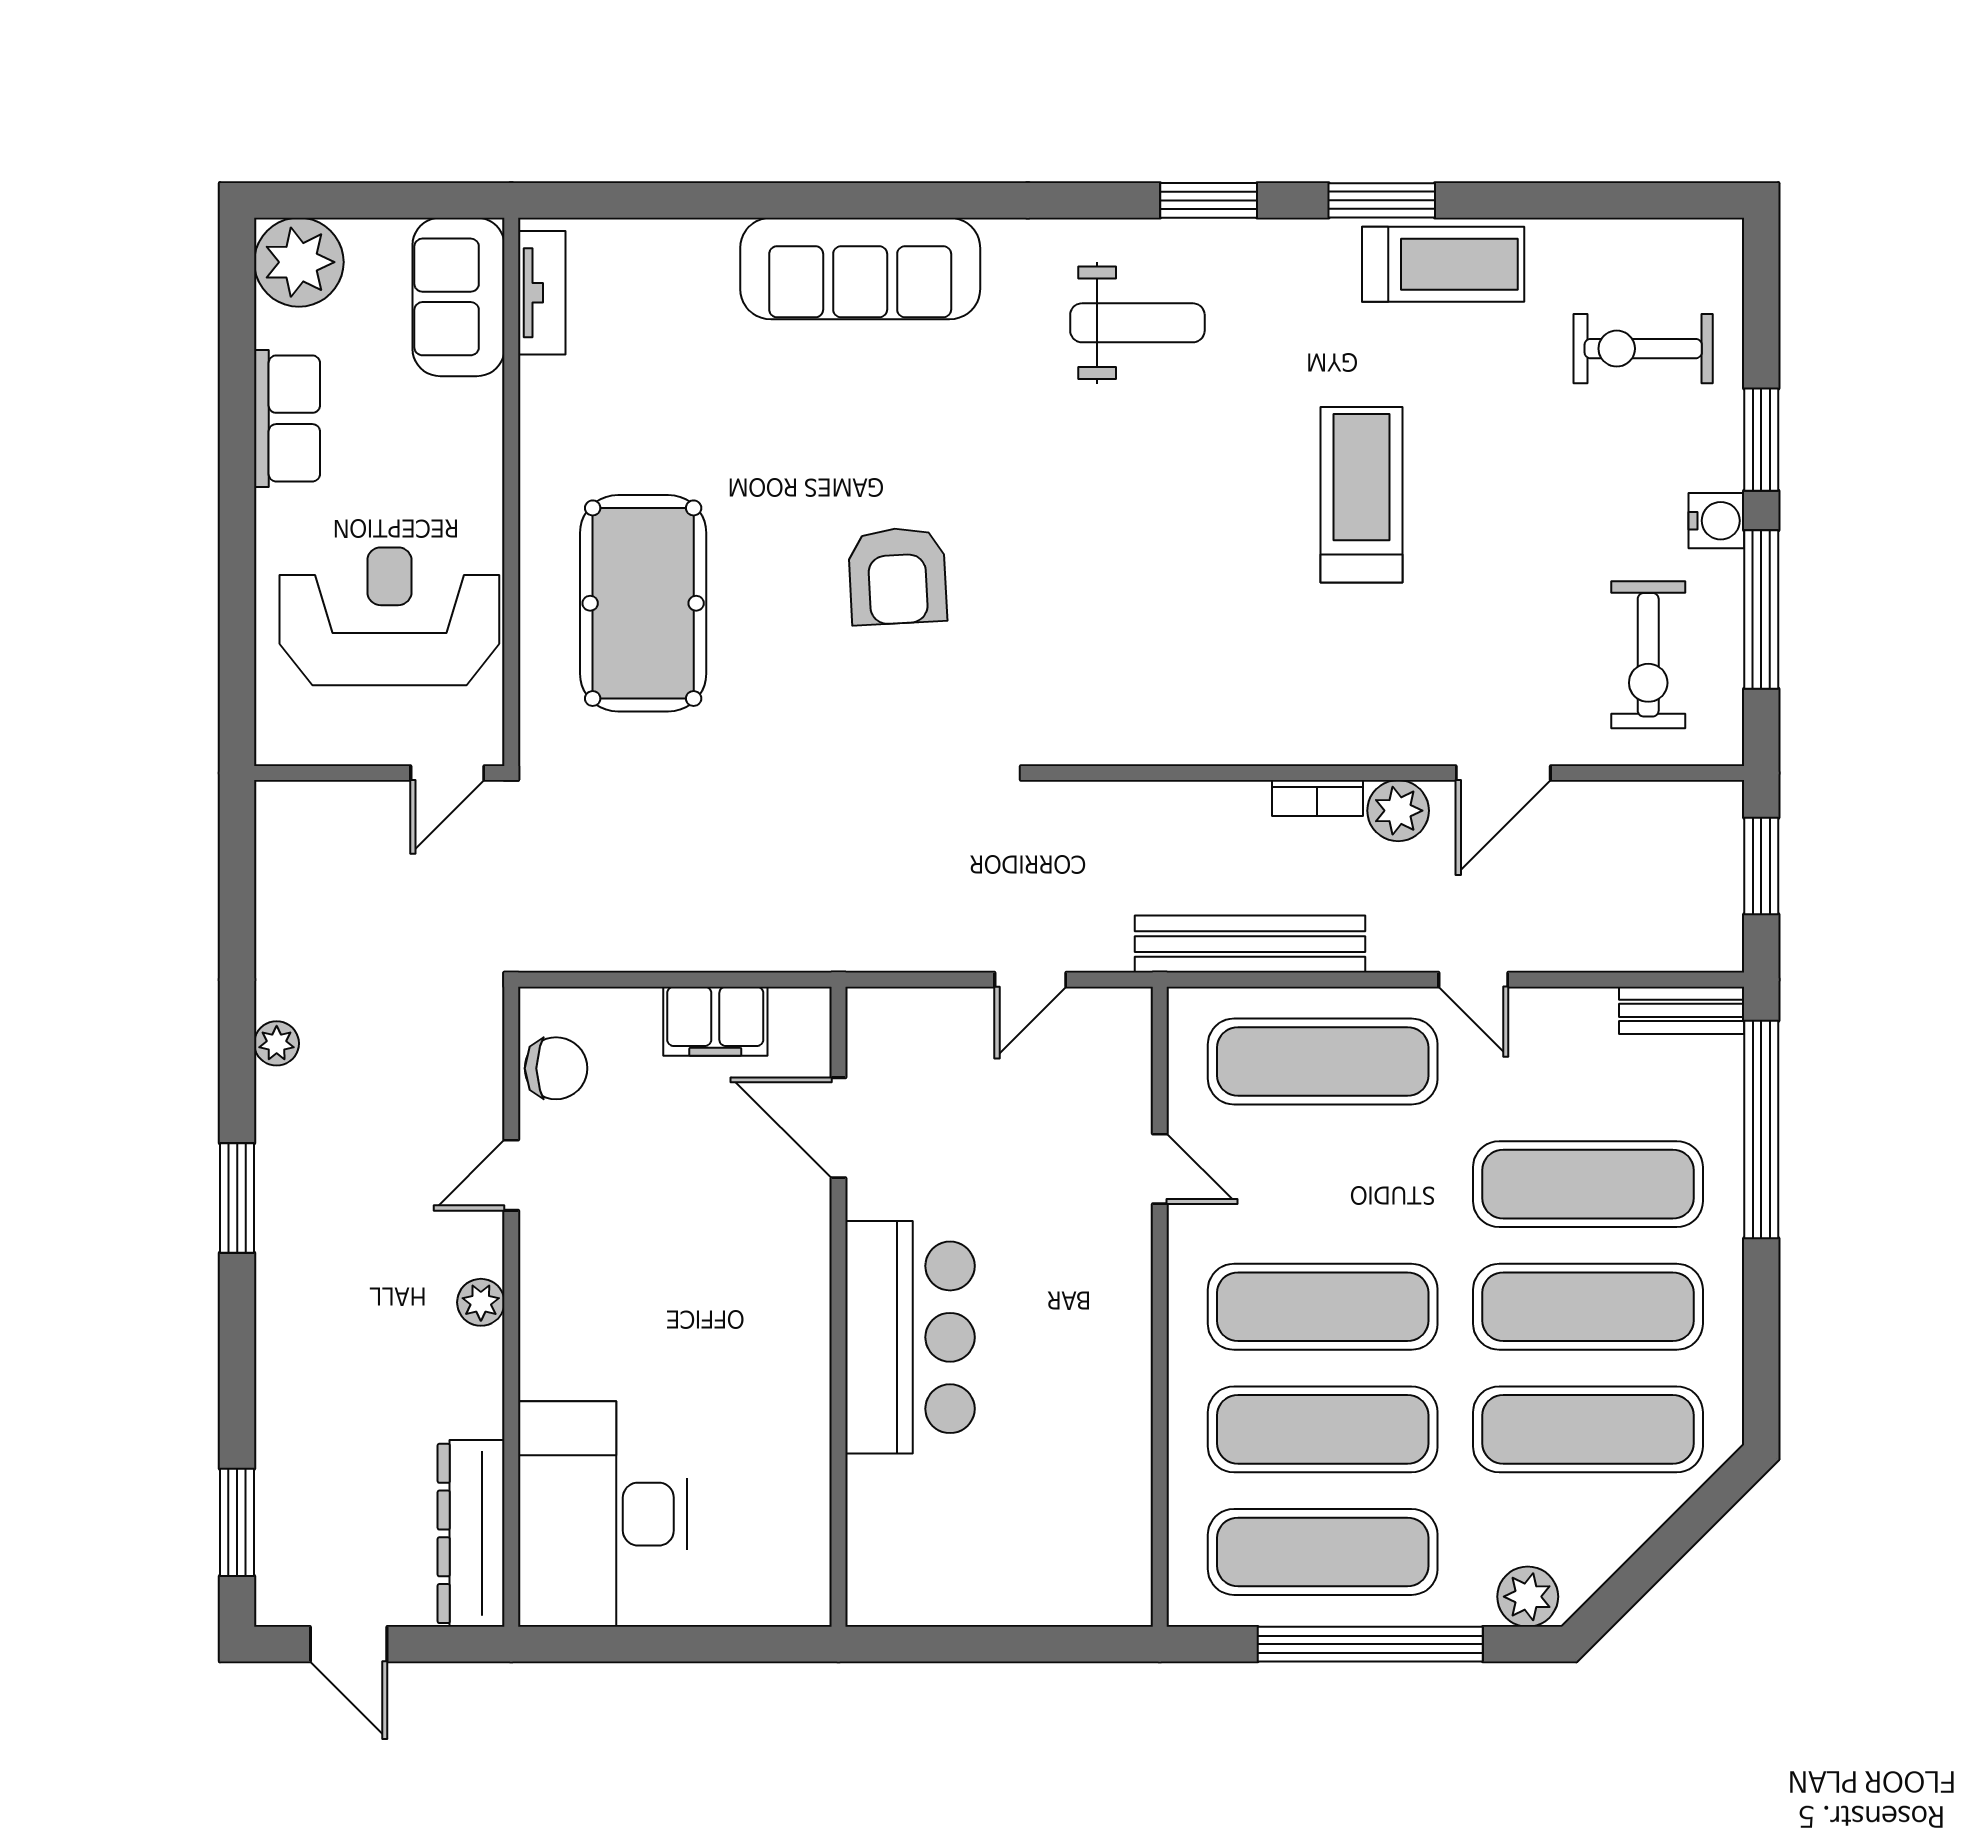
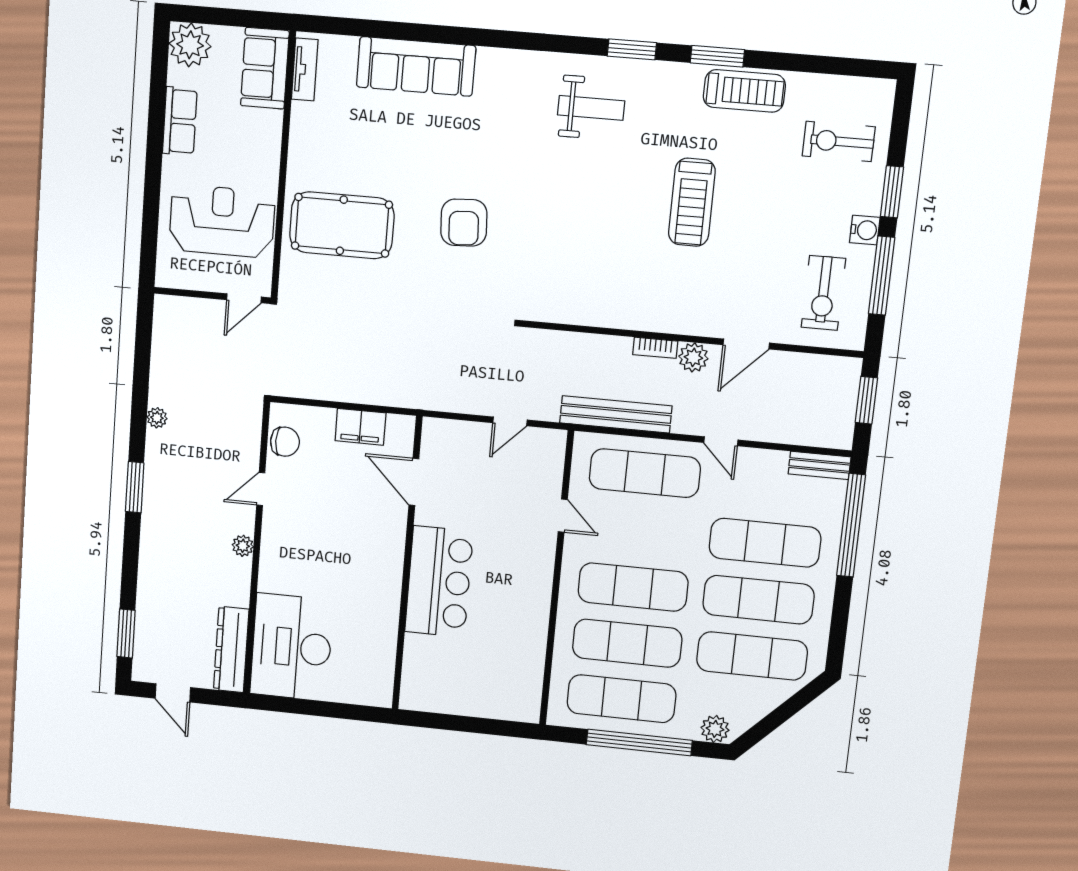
sofa: (860, 268) -> (416, 66), moved
treadmill: (1361, 495) -> (692, 202), turned 180
pool table: (643, 603) -> (342, 225), turned 90

